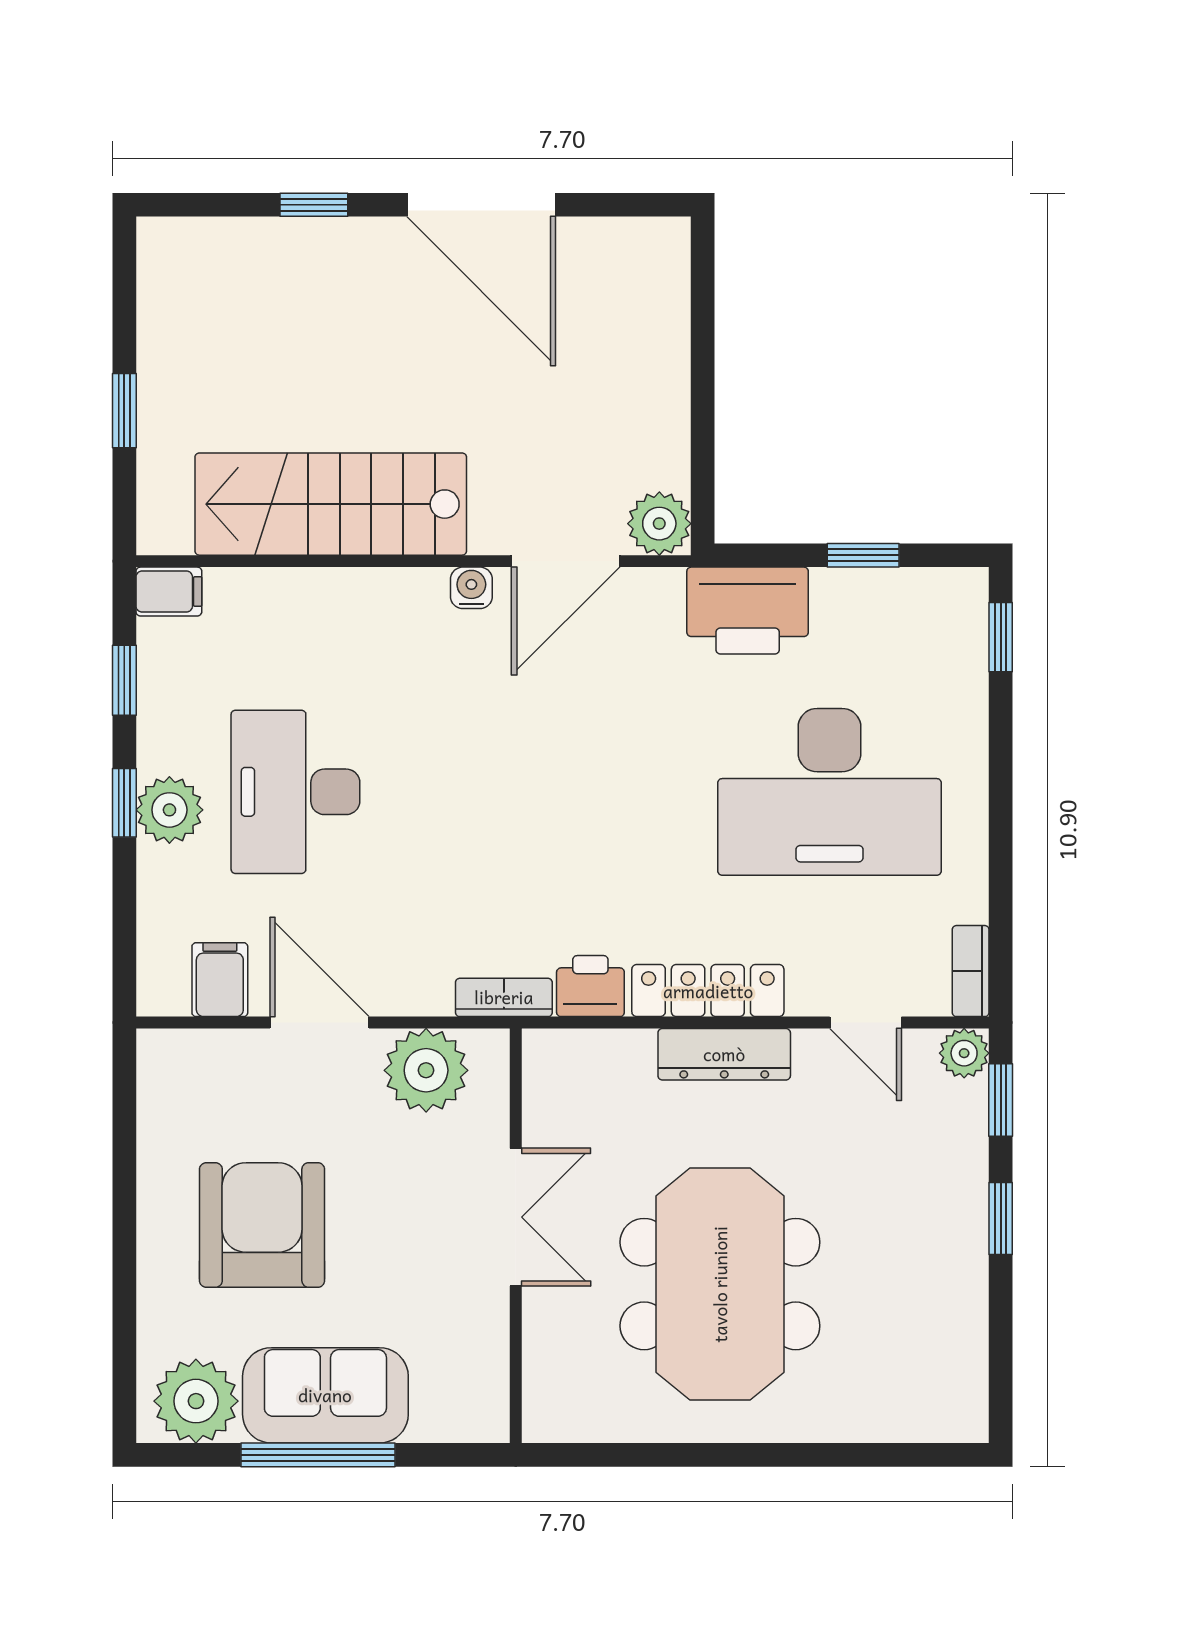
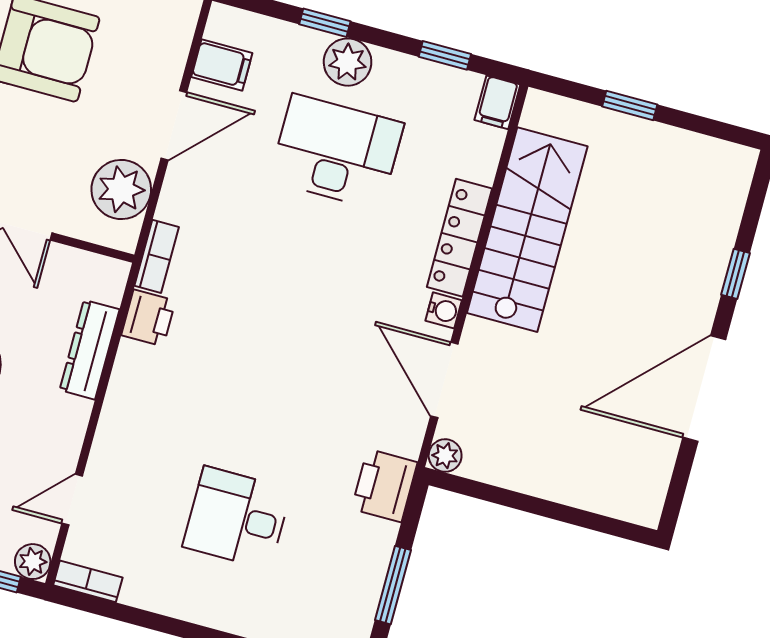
plant: (659, 524) -> (445, 456), width x0.73, depth x0.73
window: (863, 555) -> (393, 585), width x1.50
printer: (748, 611) -> (384, 486), width x0.73, depth x0.84
desk: (829, 792) -> (237, 518), width x0.53, depth x0.77
window: (124, 803) -> (325, 23), moved
locker: (708, 991) -> (459, 238), moved, turned 180
dresser: (724, 1054) -> (90, 350), moved

